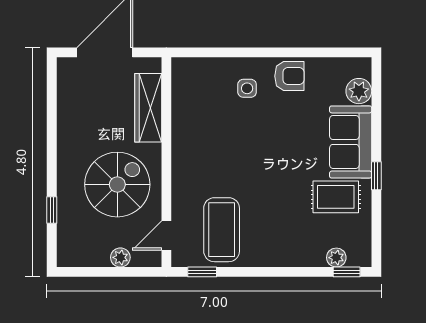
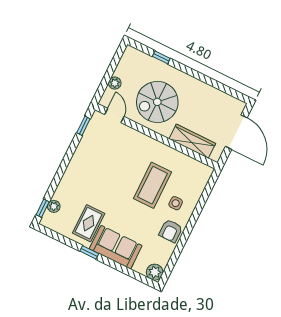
plant: (359, 91) -> (155, 272), moved
spiral stairs: (117, 185) -> (157, 102), turned 90
coffee table: (222, 230) -> (153, 185), moved, turned 90

